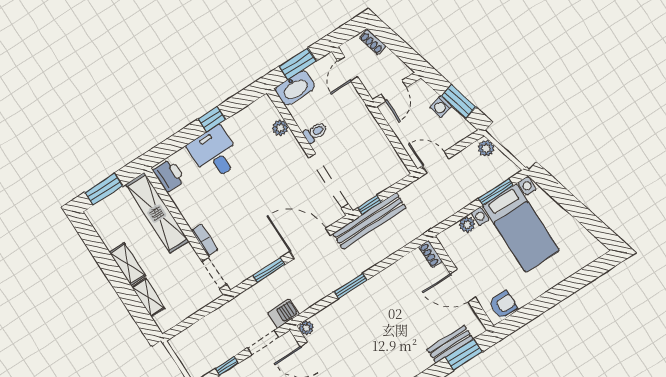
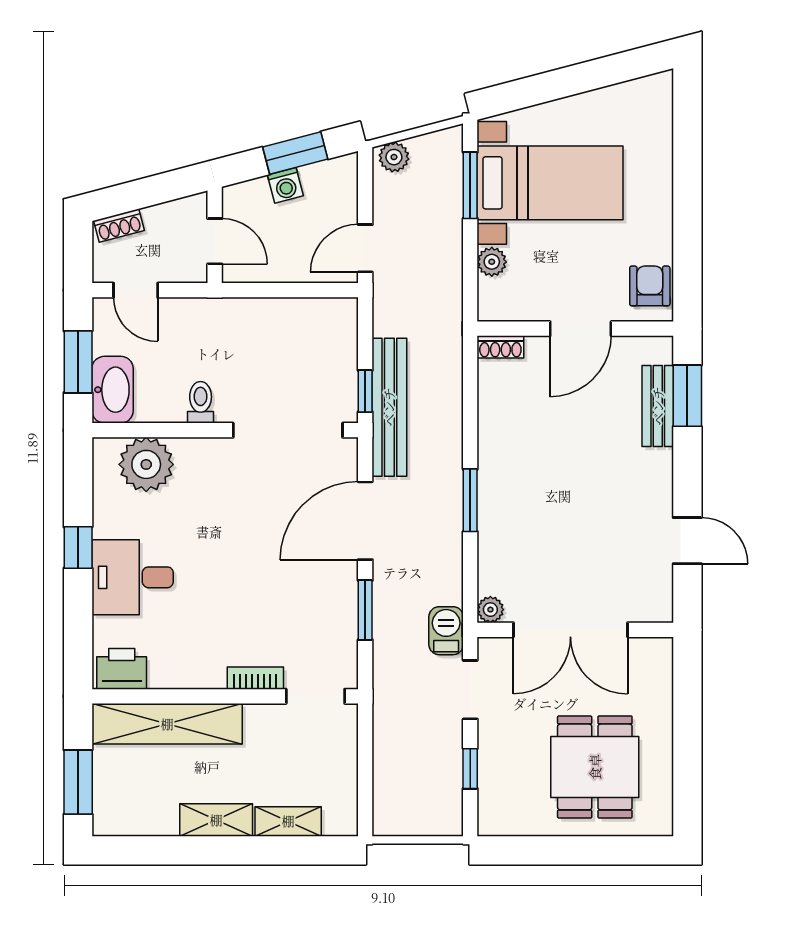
plant: (280, 128) -> (146, 464), width x1.88, depth x1.88

